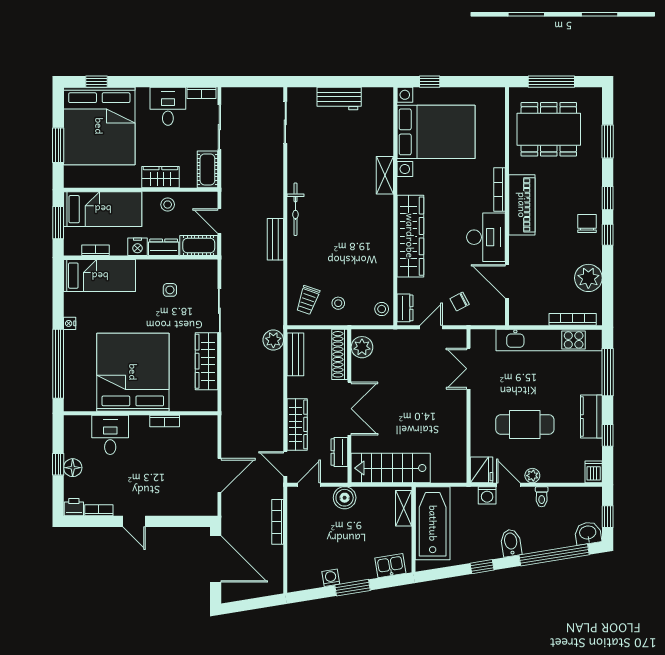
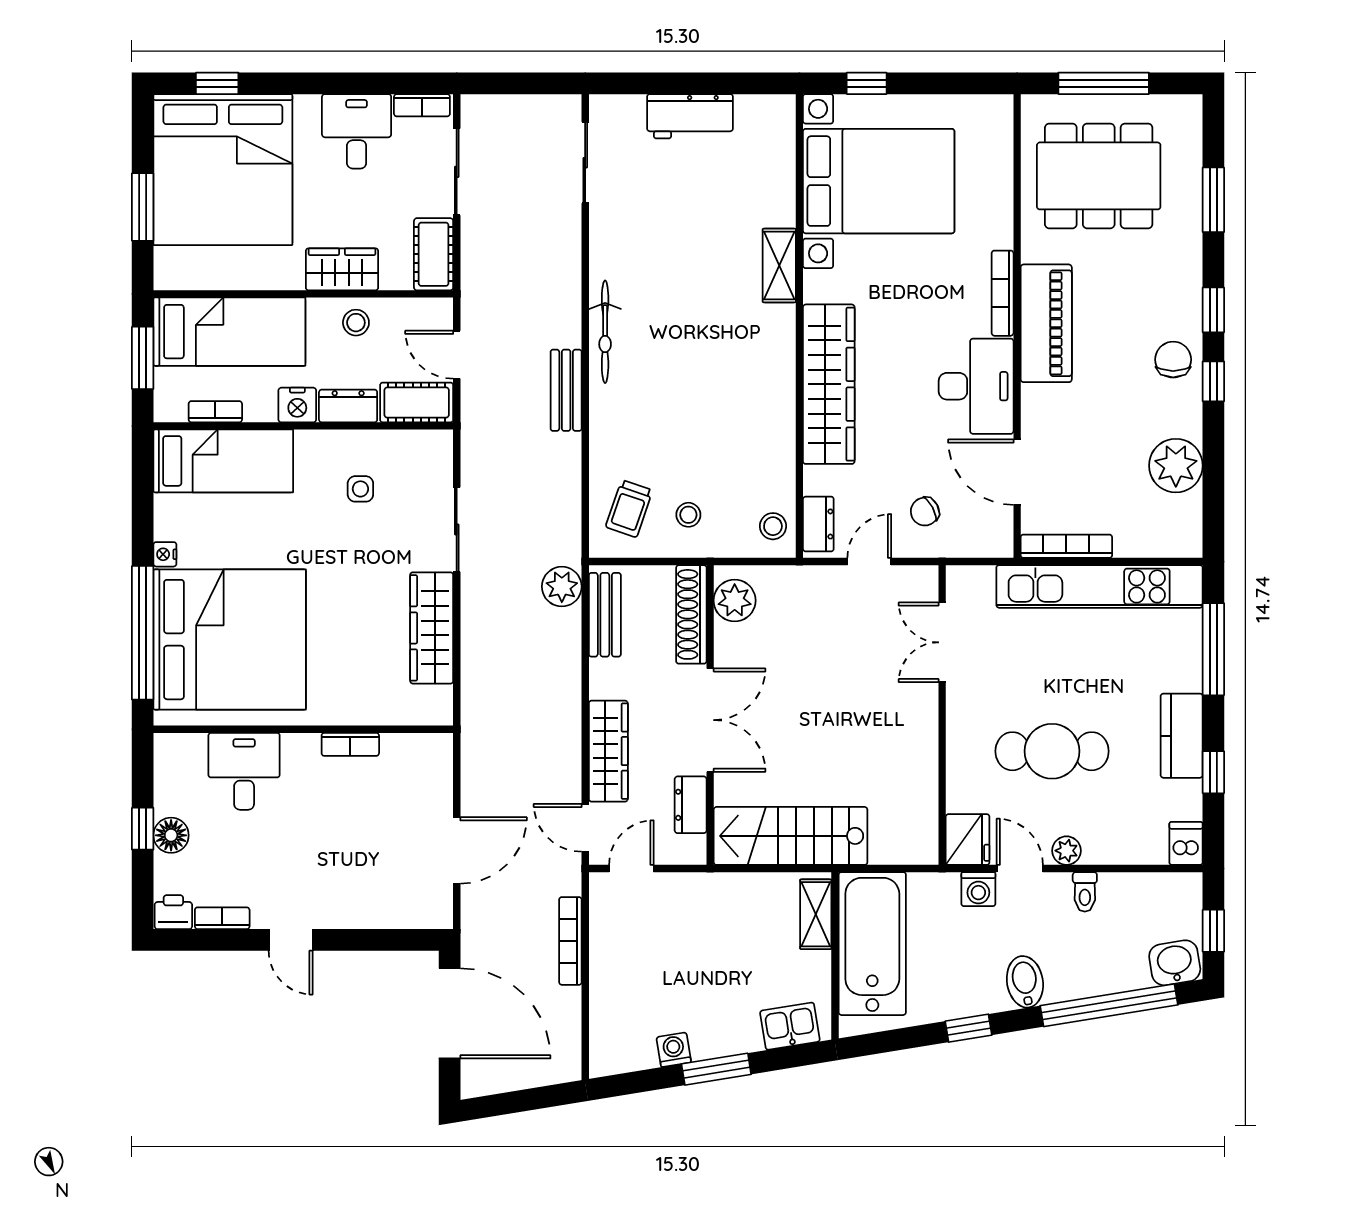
bookcase: (573, 319) -> (1066, 546), moved
bed: (133, 372) -> (230, 640), moved, turned 90
boiler: (345, 498) -> (701, 894), removed

